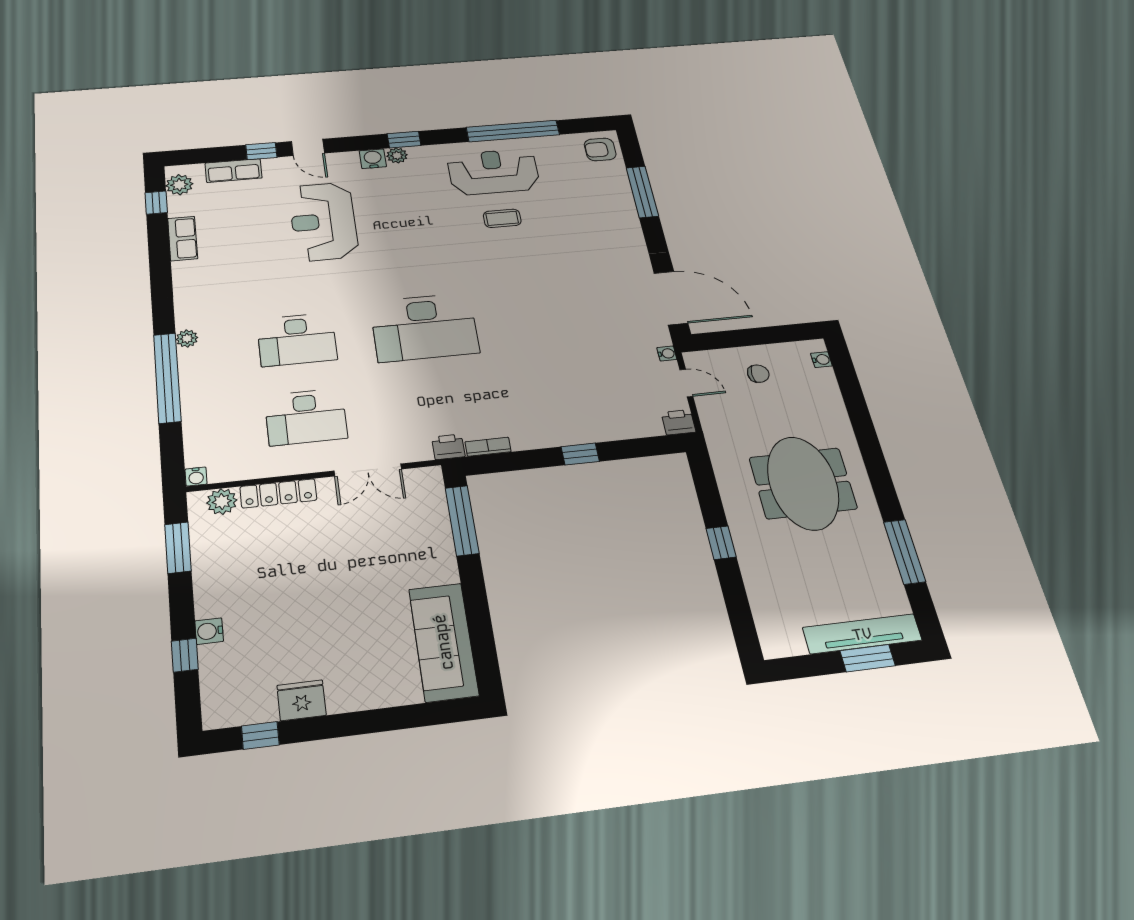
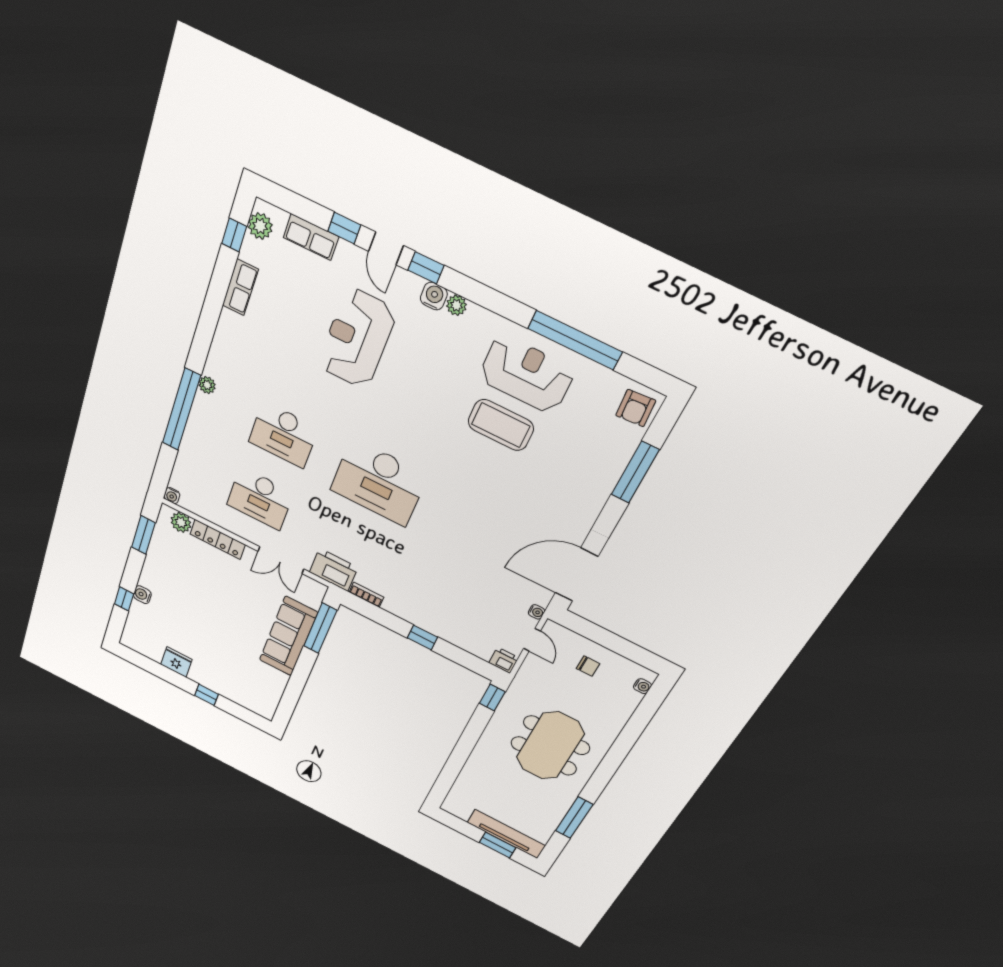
window: (404, 140) -> (426, 268), moved
armchair: (600, 149) -> (636, 408), turned -94
coffee table: (502, 218) -> (501, 425), width x1.86, depth x1.72
door: (671, 298) -> (576, 575), swing flipped
printer: (448, 447) -> (334, 570), width x1.87, depth x1.48
window: (721, 543) -> (492, 698), moved
sofa: (443, 642) -> (288, 636), moved
window: (260, 735) -> (206, 695), moved

